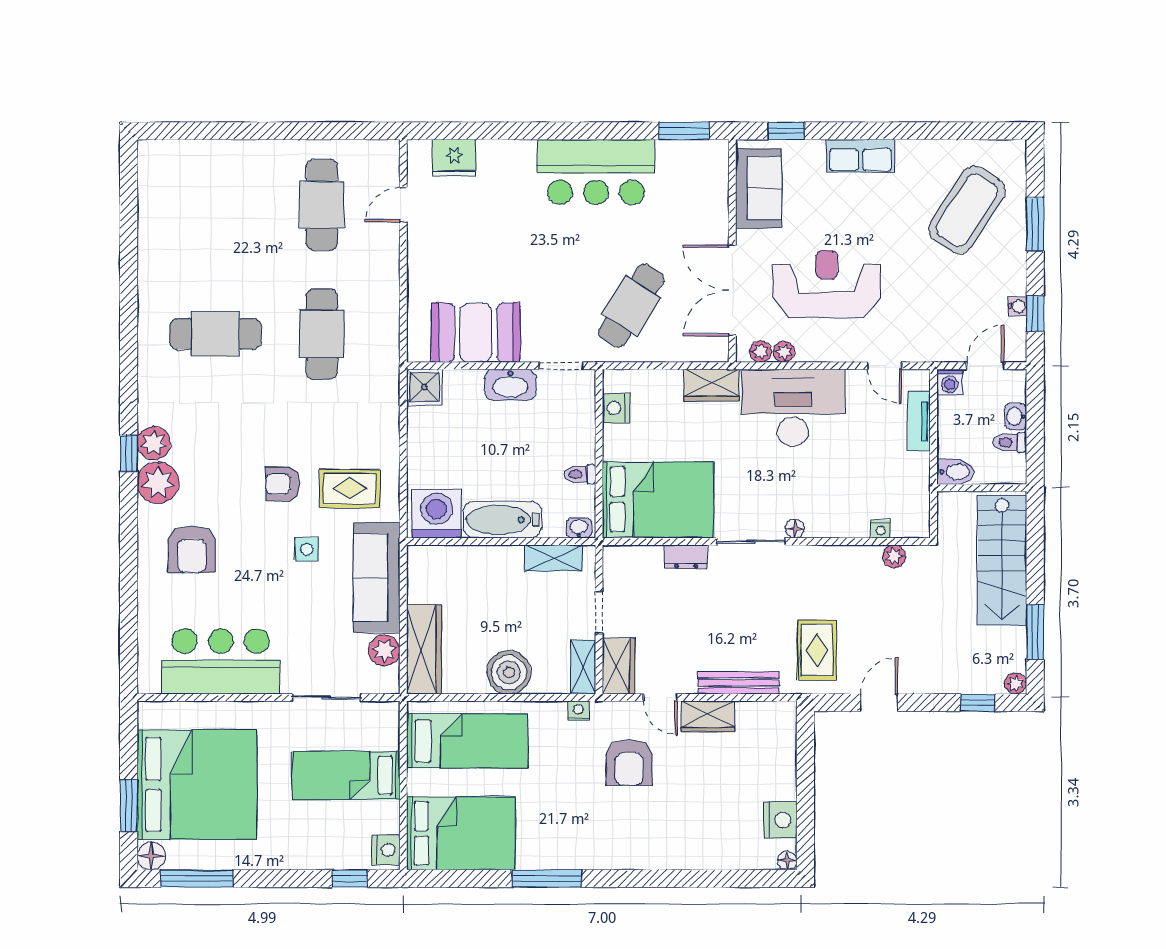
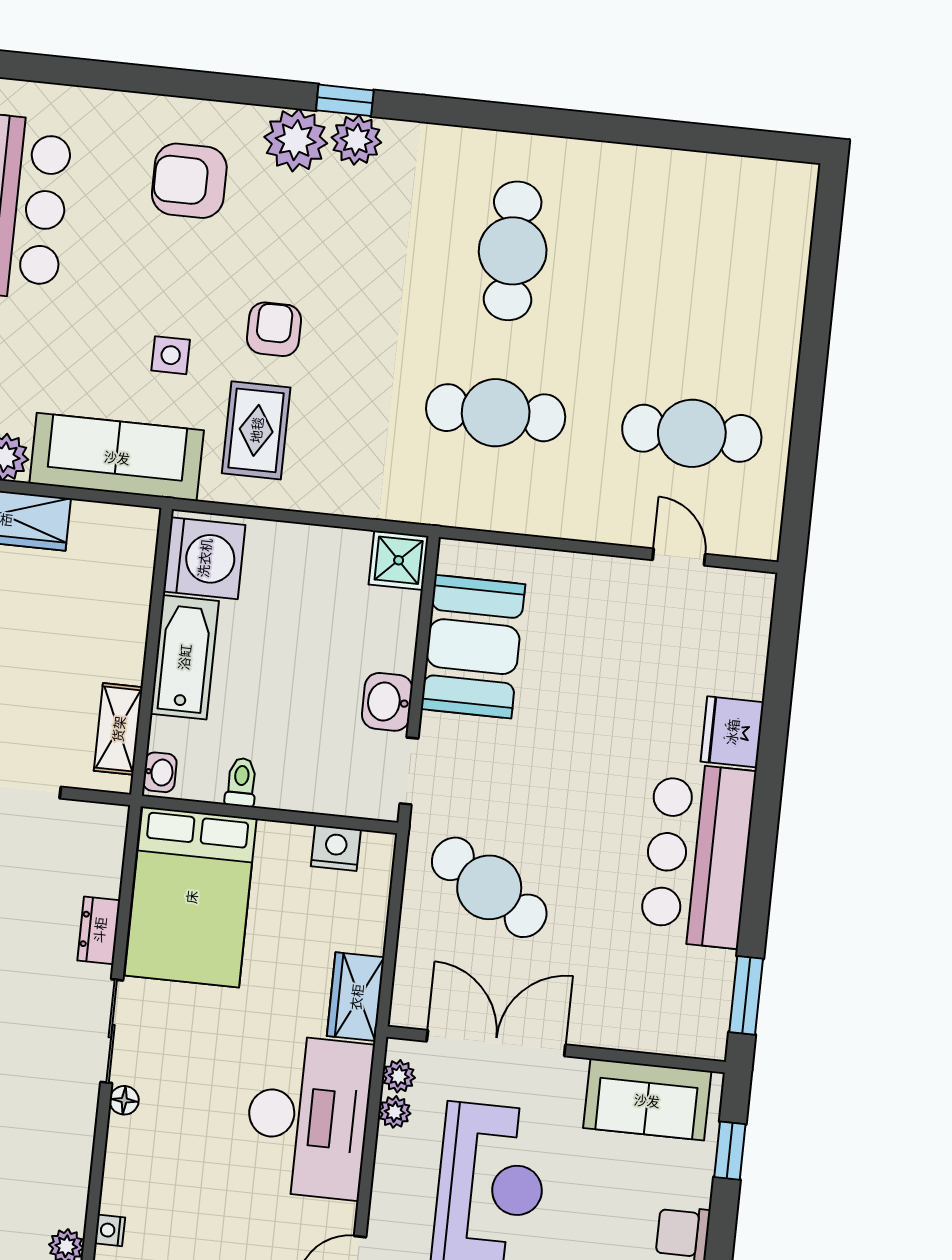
fridge: (454, 158) -> (732, 732), moved
washbasin: (510, 385) -> (387, 702), width x0.72

